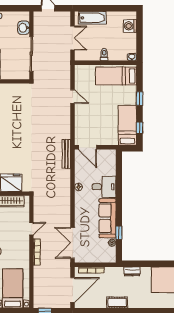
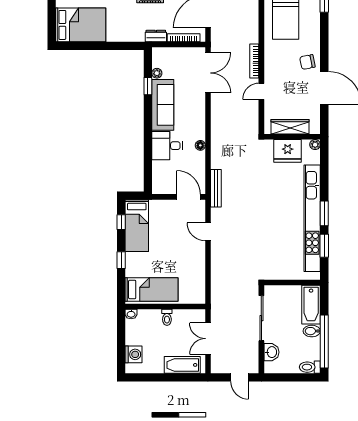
door: (73, 96) -> (208, 232), moved
dresser: (132, 271) -> (156, 36), moved

